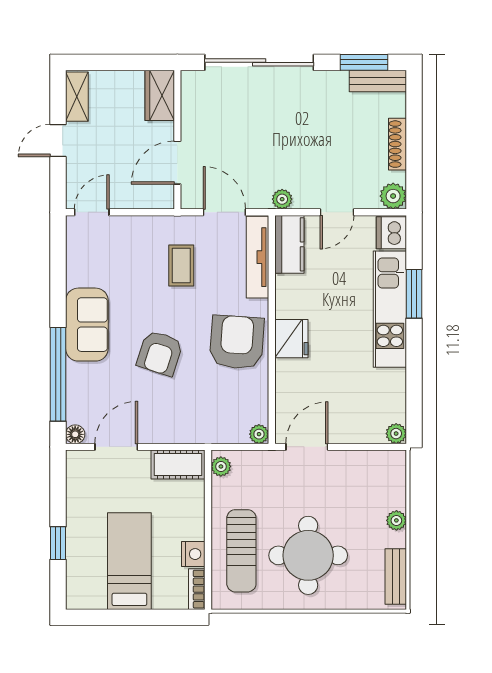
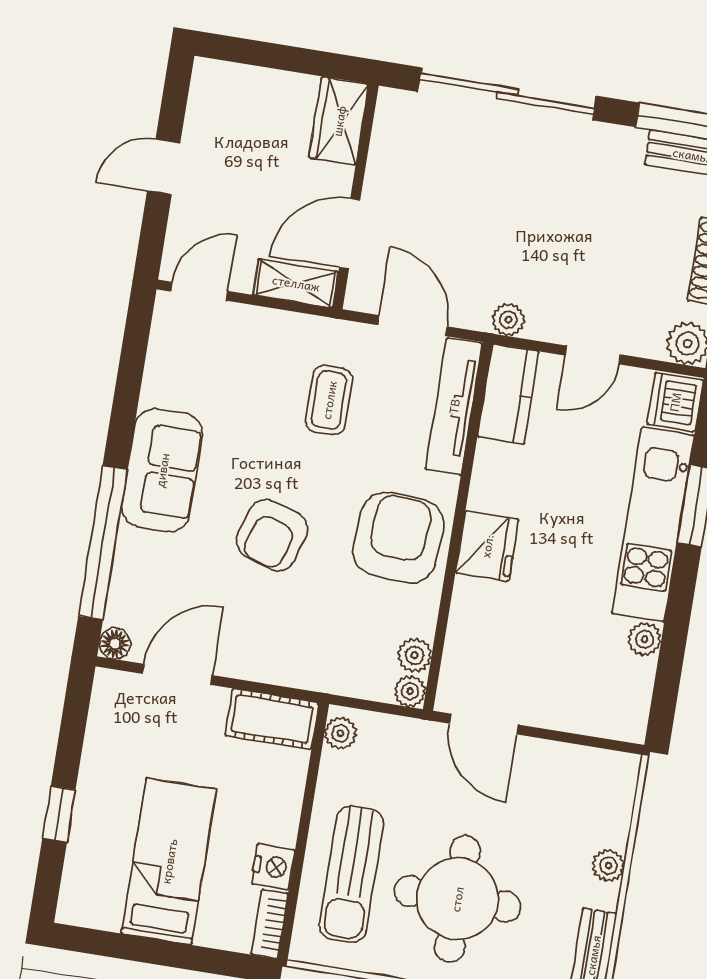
shelving: (77, 97) -> (296, 283), moved, turned 90
plant: (258, 412) -> (415, 655), added
plant: (396, 434) -> (645, 639), moved
door: (307, 447) -> (484, 724), swing flipped

